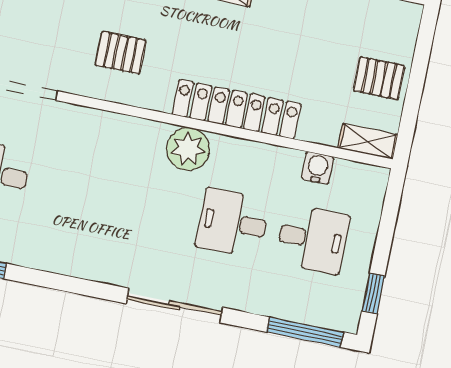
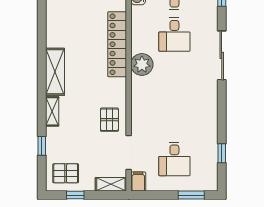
pallet: (121, 53) -> (109, 120), moved

